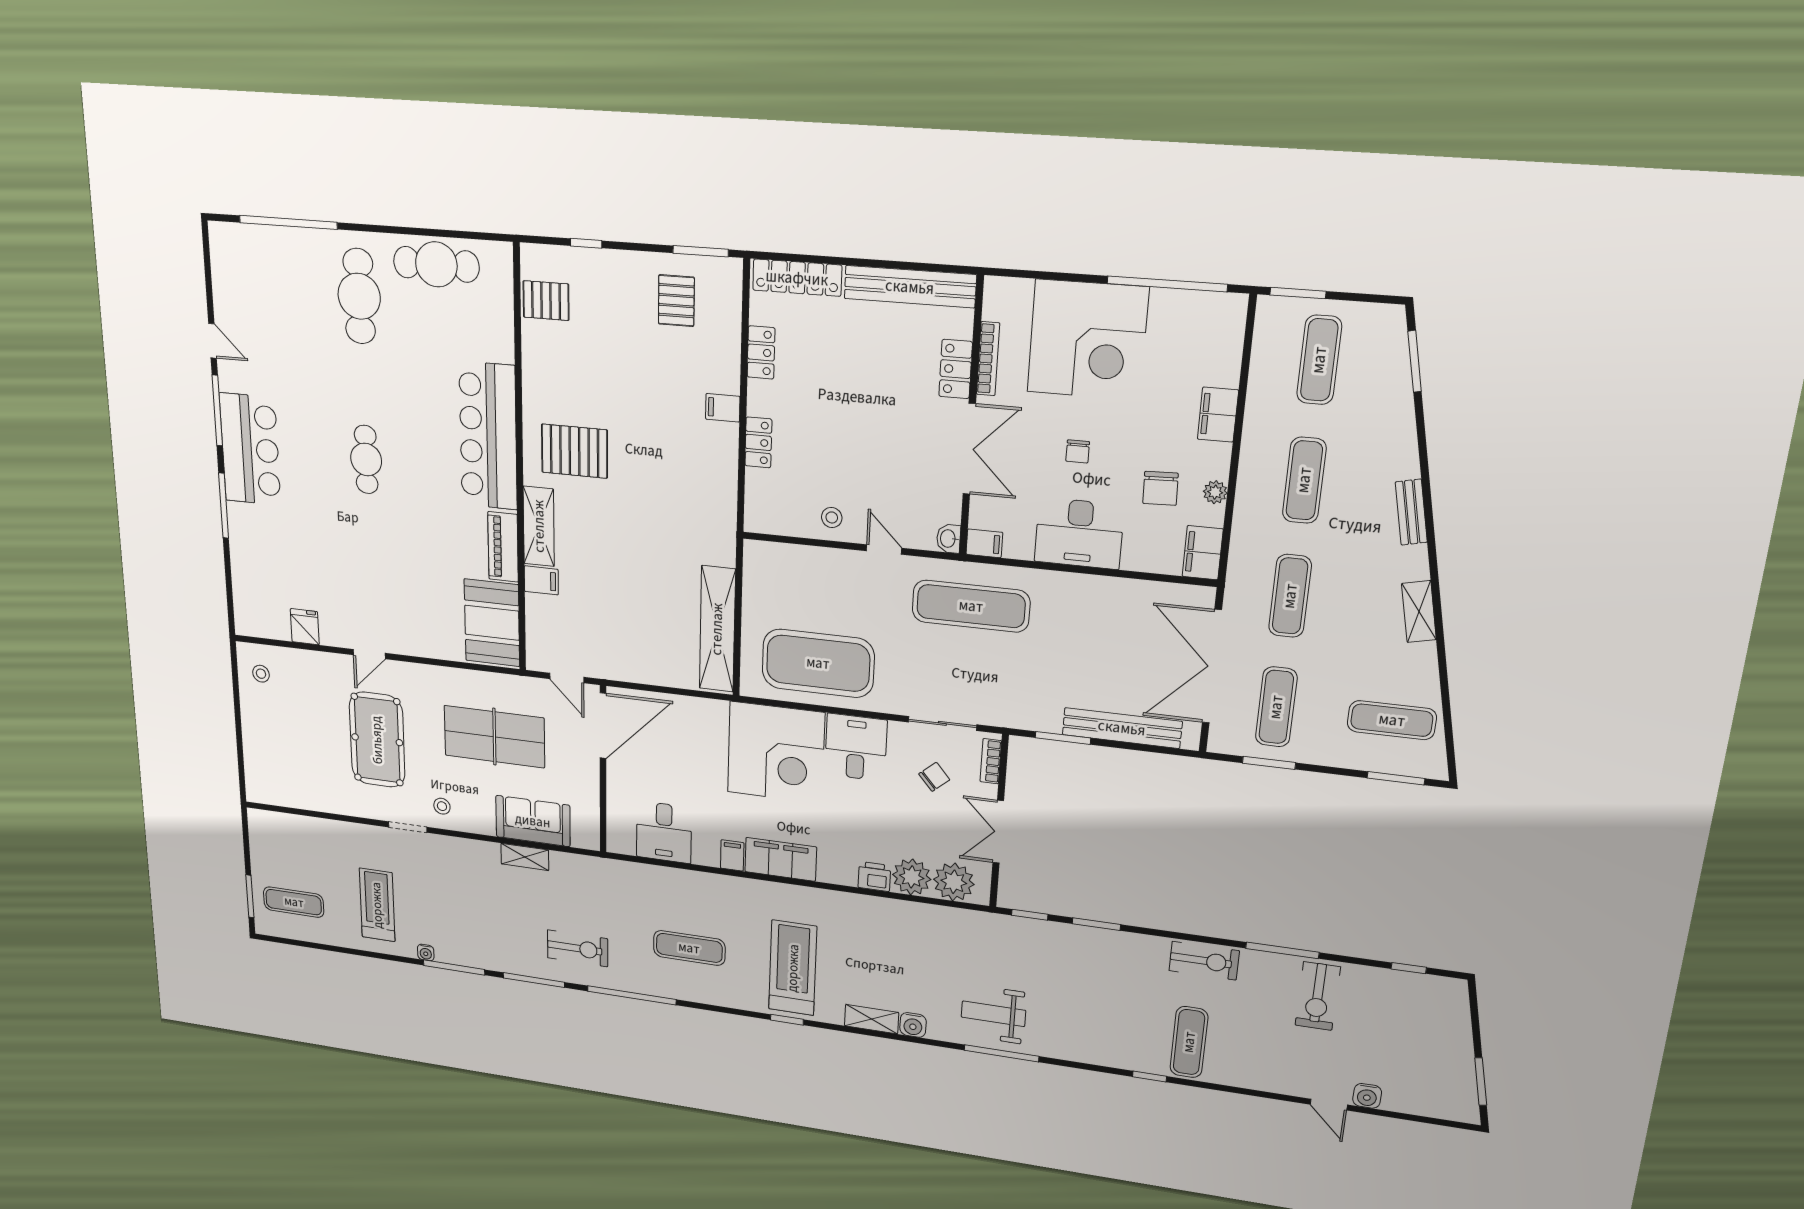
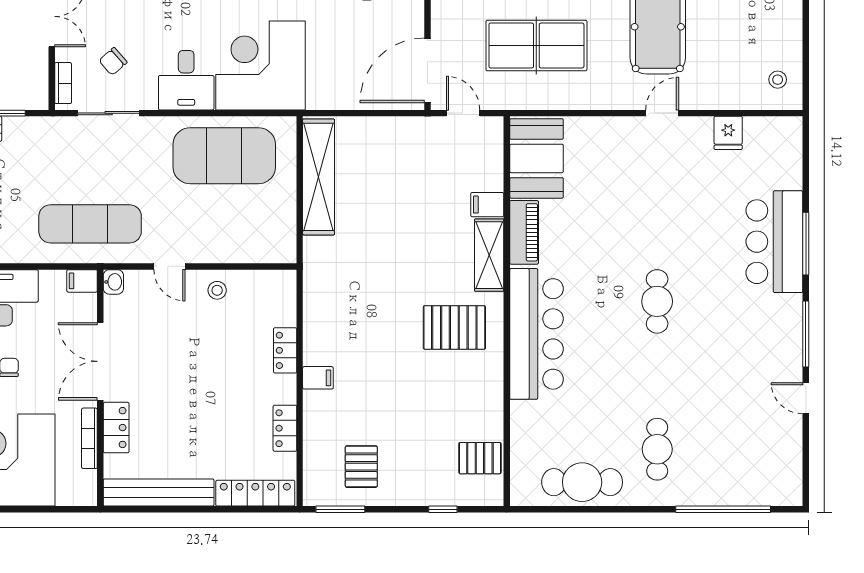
cafe table: (359, 296) -> (657, 449), width x0.73, depth x0.74
bar counter: (250, 449) -> (774, 242), moved

